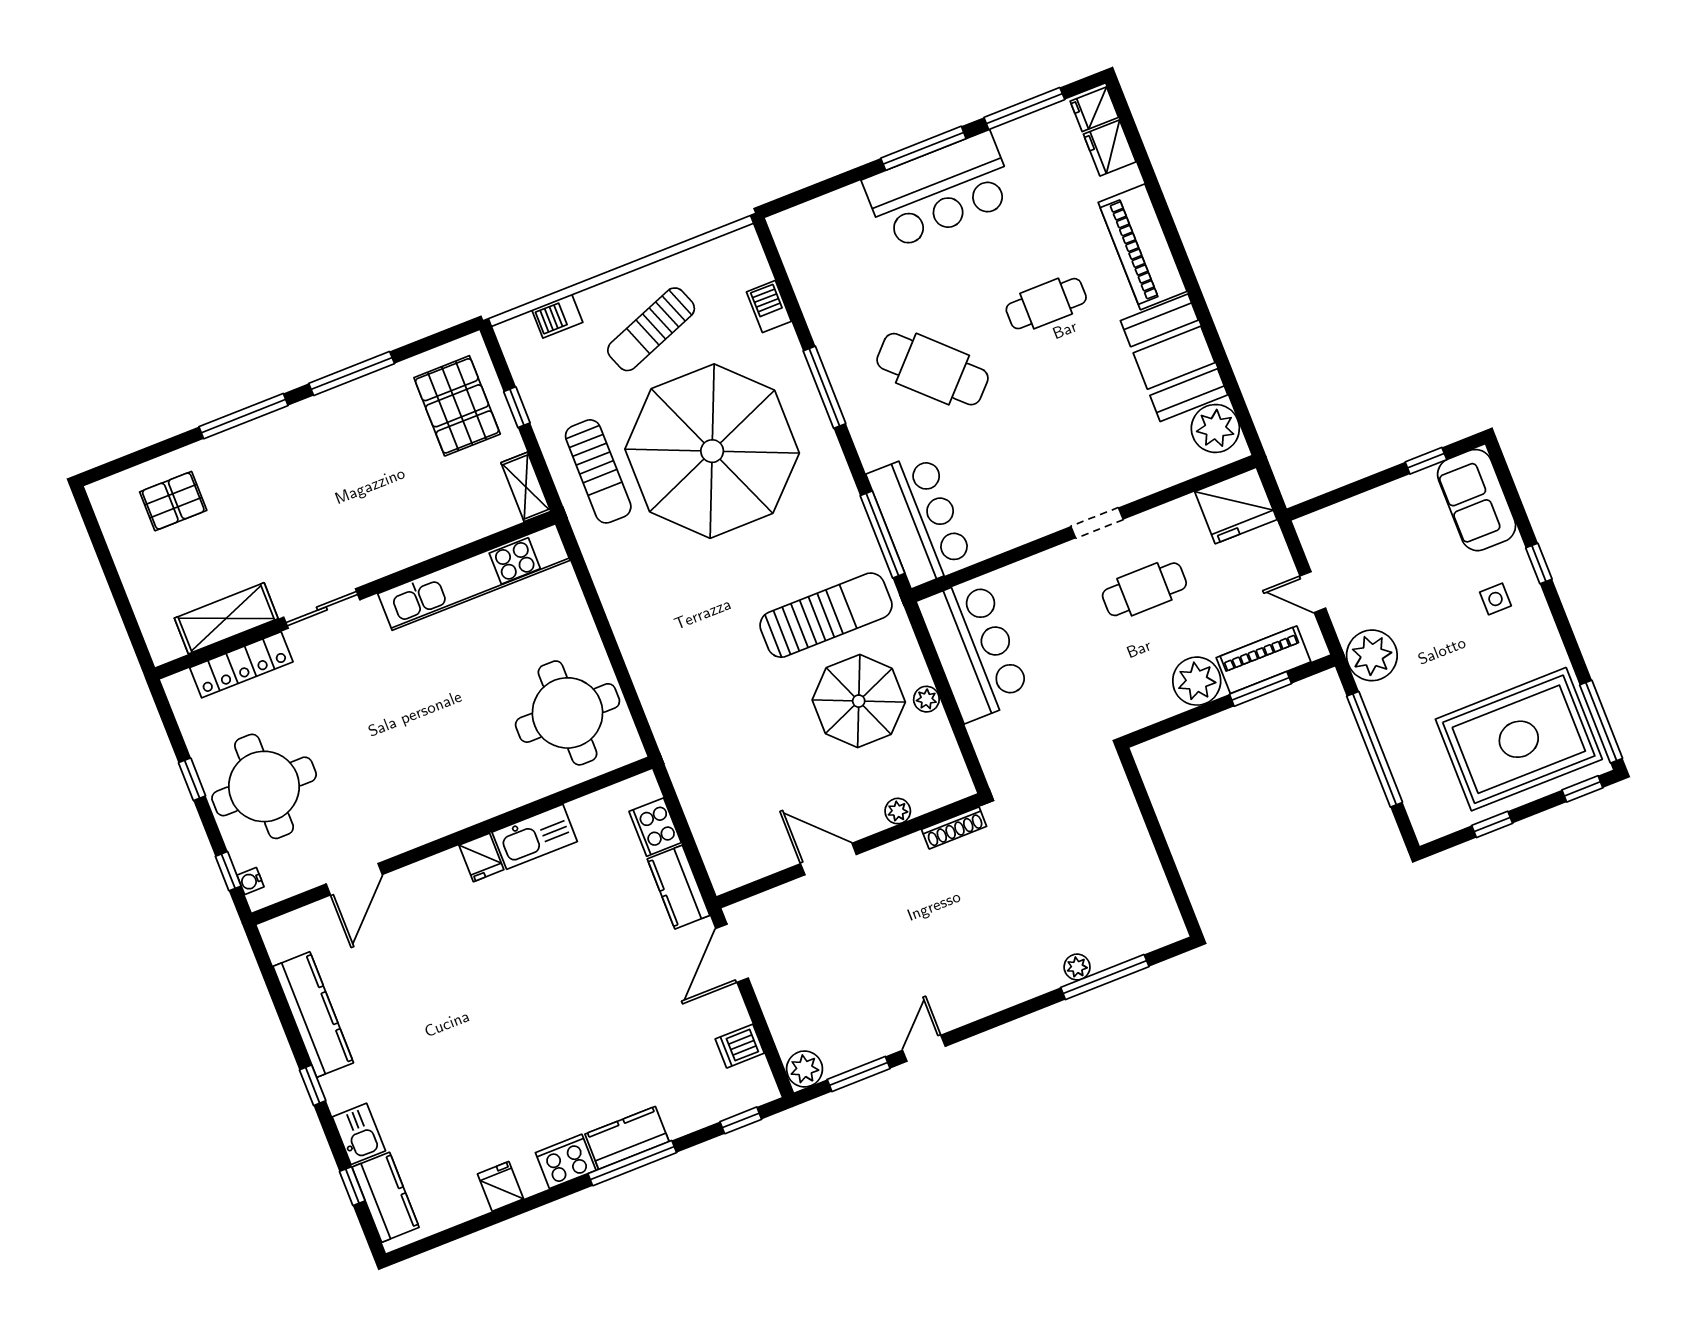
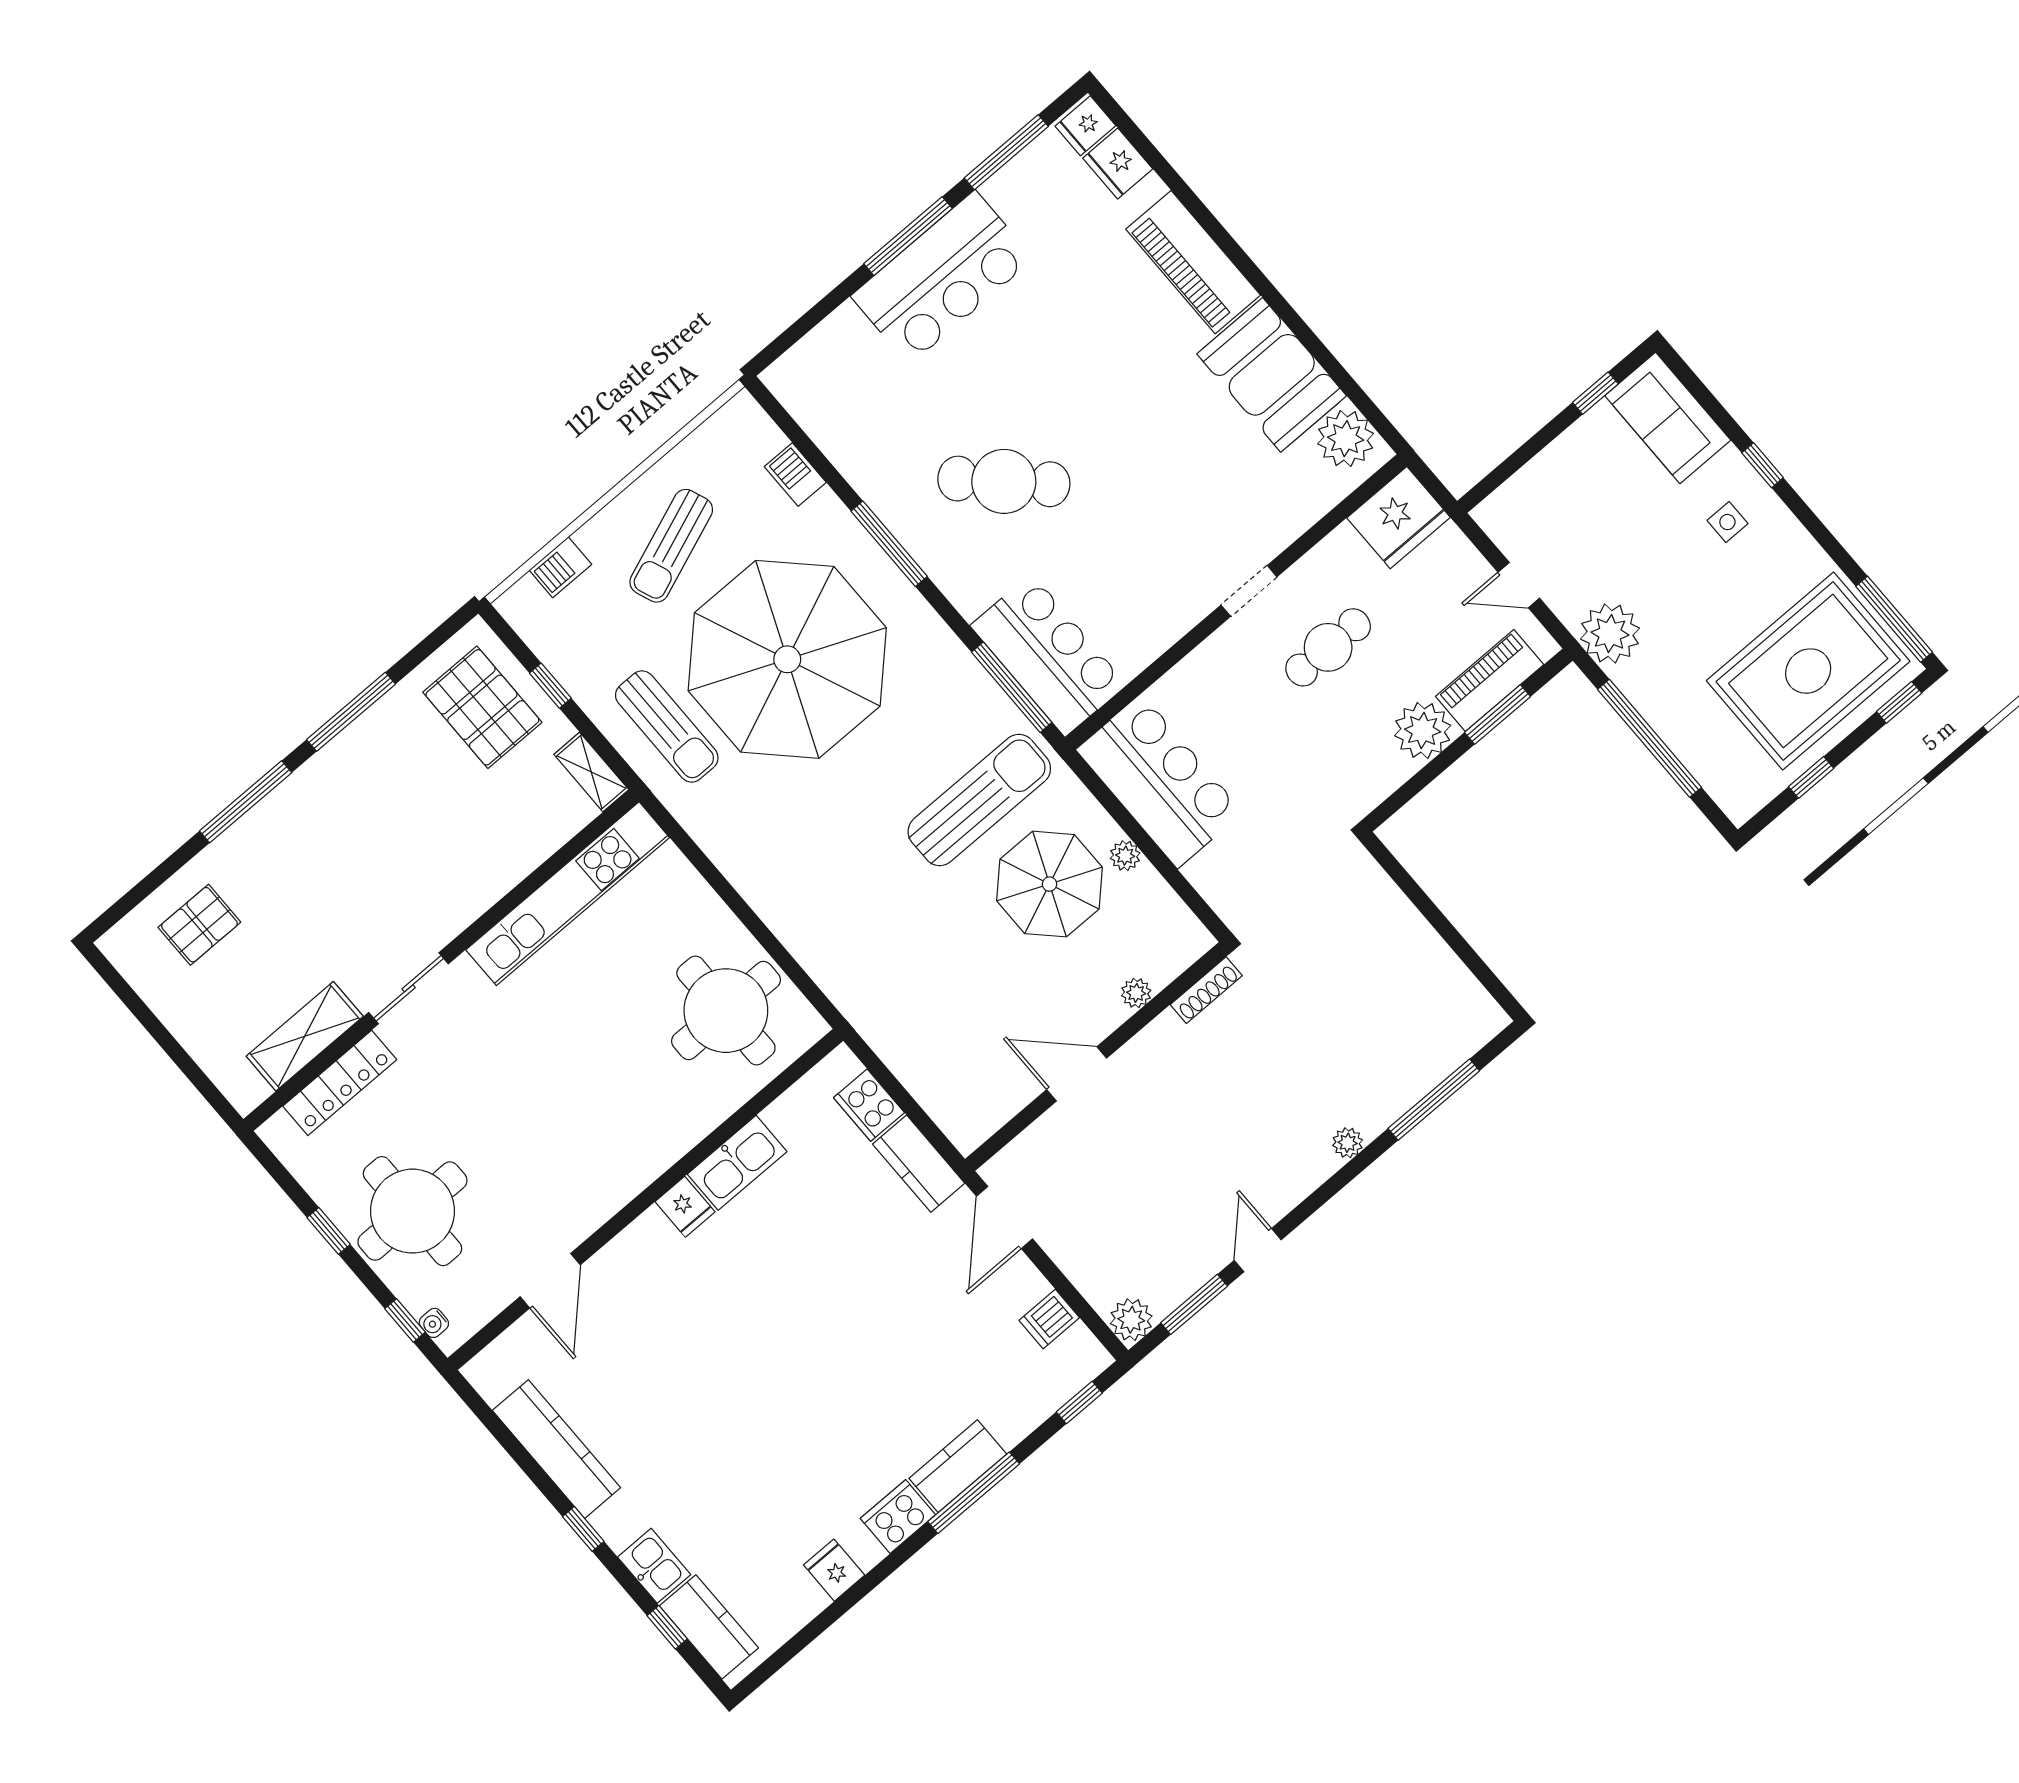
cafe table: (1046, 304) -> (1107, 364), removed
plant: (1077, 967) -> (1348, 1143), moved

